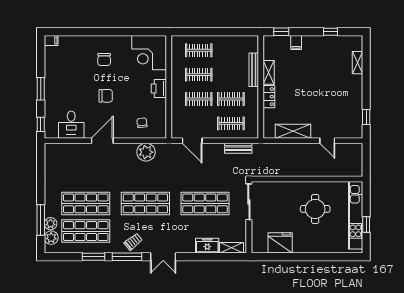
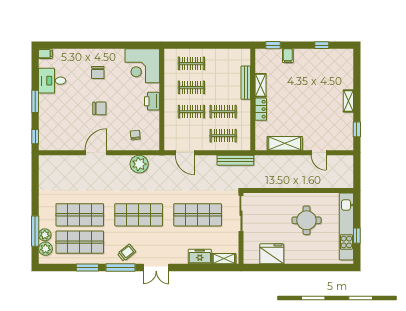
shelving: (358, 63) -> (348, 101), moved
desk: (71, 125) -> (52, 81), moved, turned 90
bench: (238, 148) -> (235, 160), width x1.36

